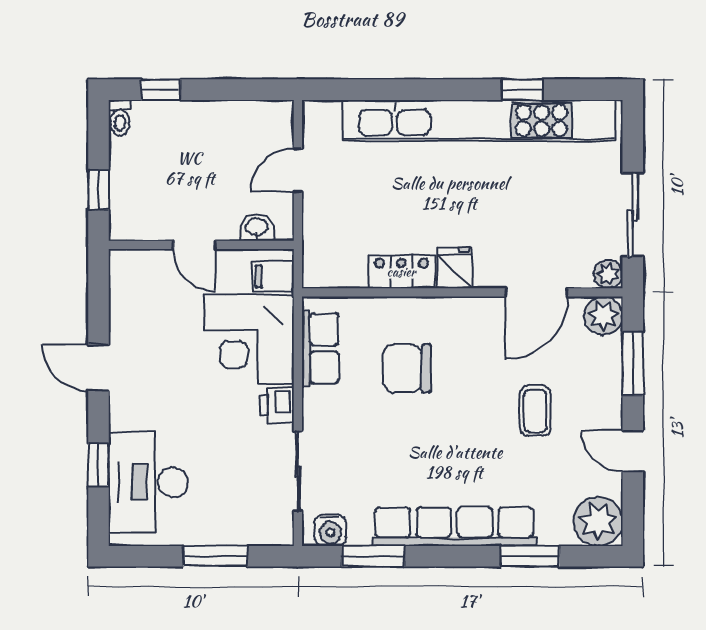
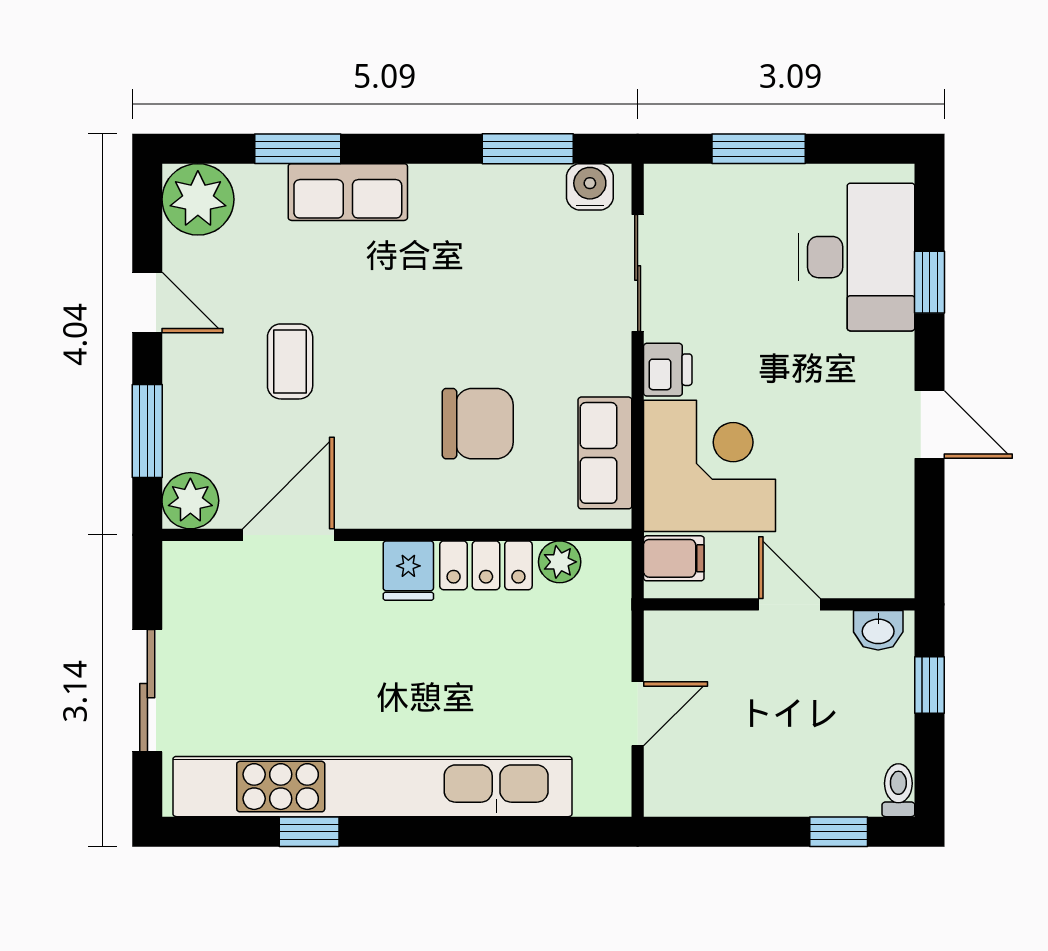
sliding door: (633, 215) -> (147, 691), moved
washbasin: (257, 227) -> (878, 630), moved
plant: (608, 274) -> (560, 562), moved
row of seats: (454, 527) -> (348, 192), width x0.50

